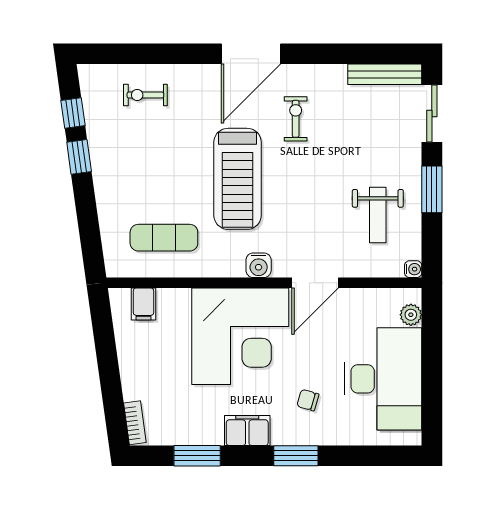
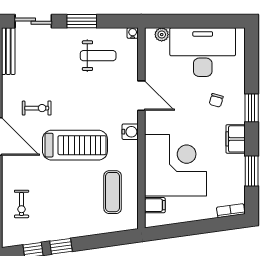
exercise bike: (296, 119) -> (37, 108), turned 180
corner desk: (240, 336) -> (175, 165), moved

